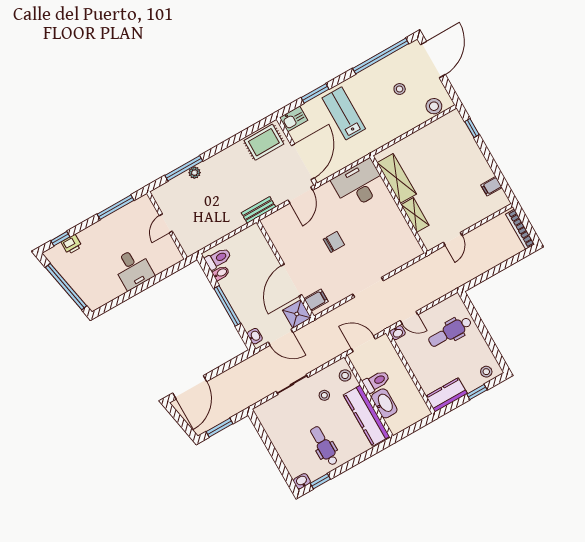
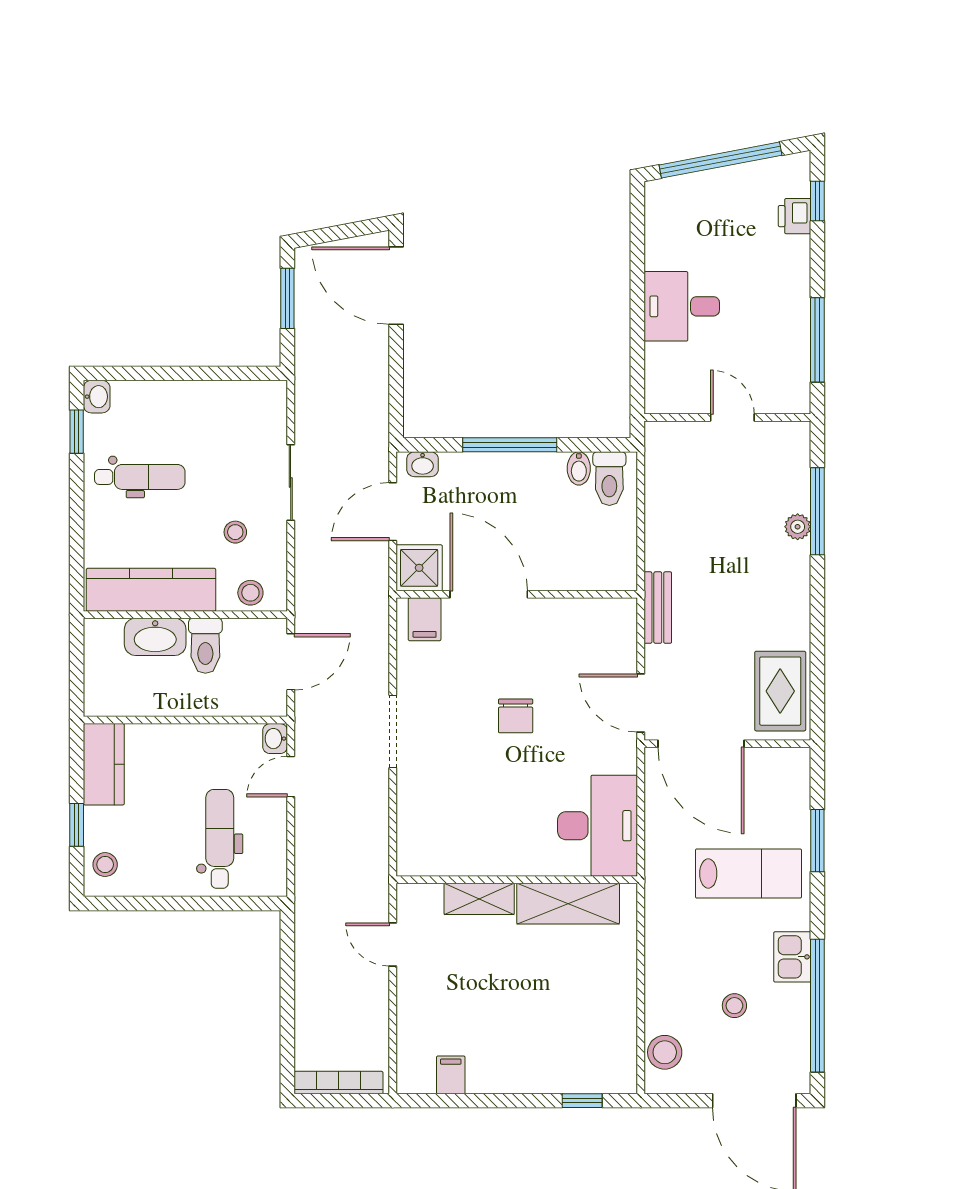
kitchen sink: (294, 119) -> (792, 957), moved

